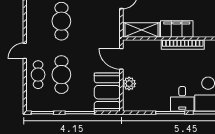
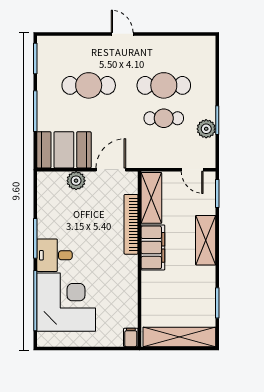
bookcase: (183, 44) -> (131, 224), moved
cafe table: (38, 75) -> (164, 118), moved

